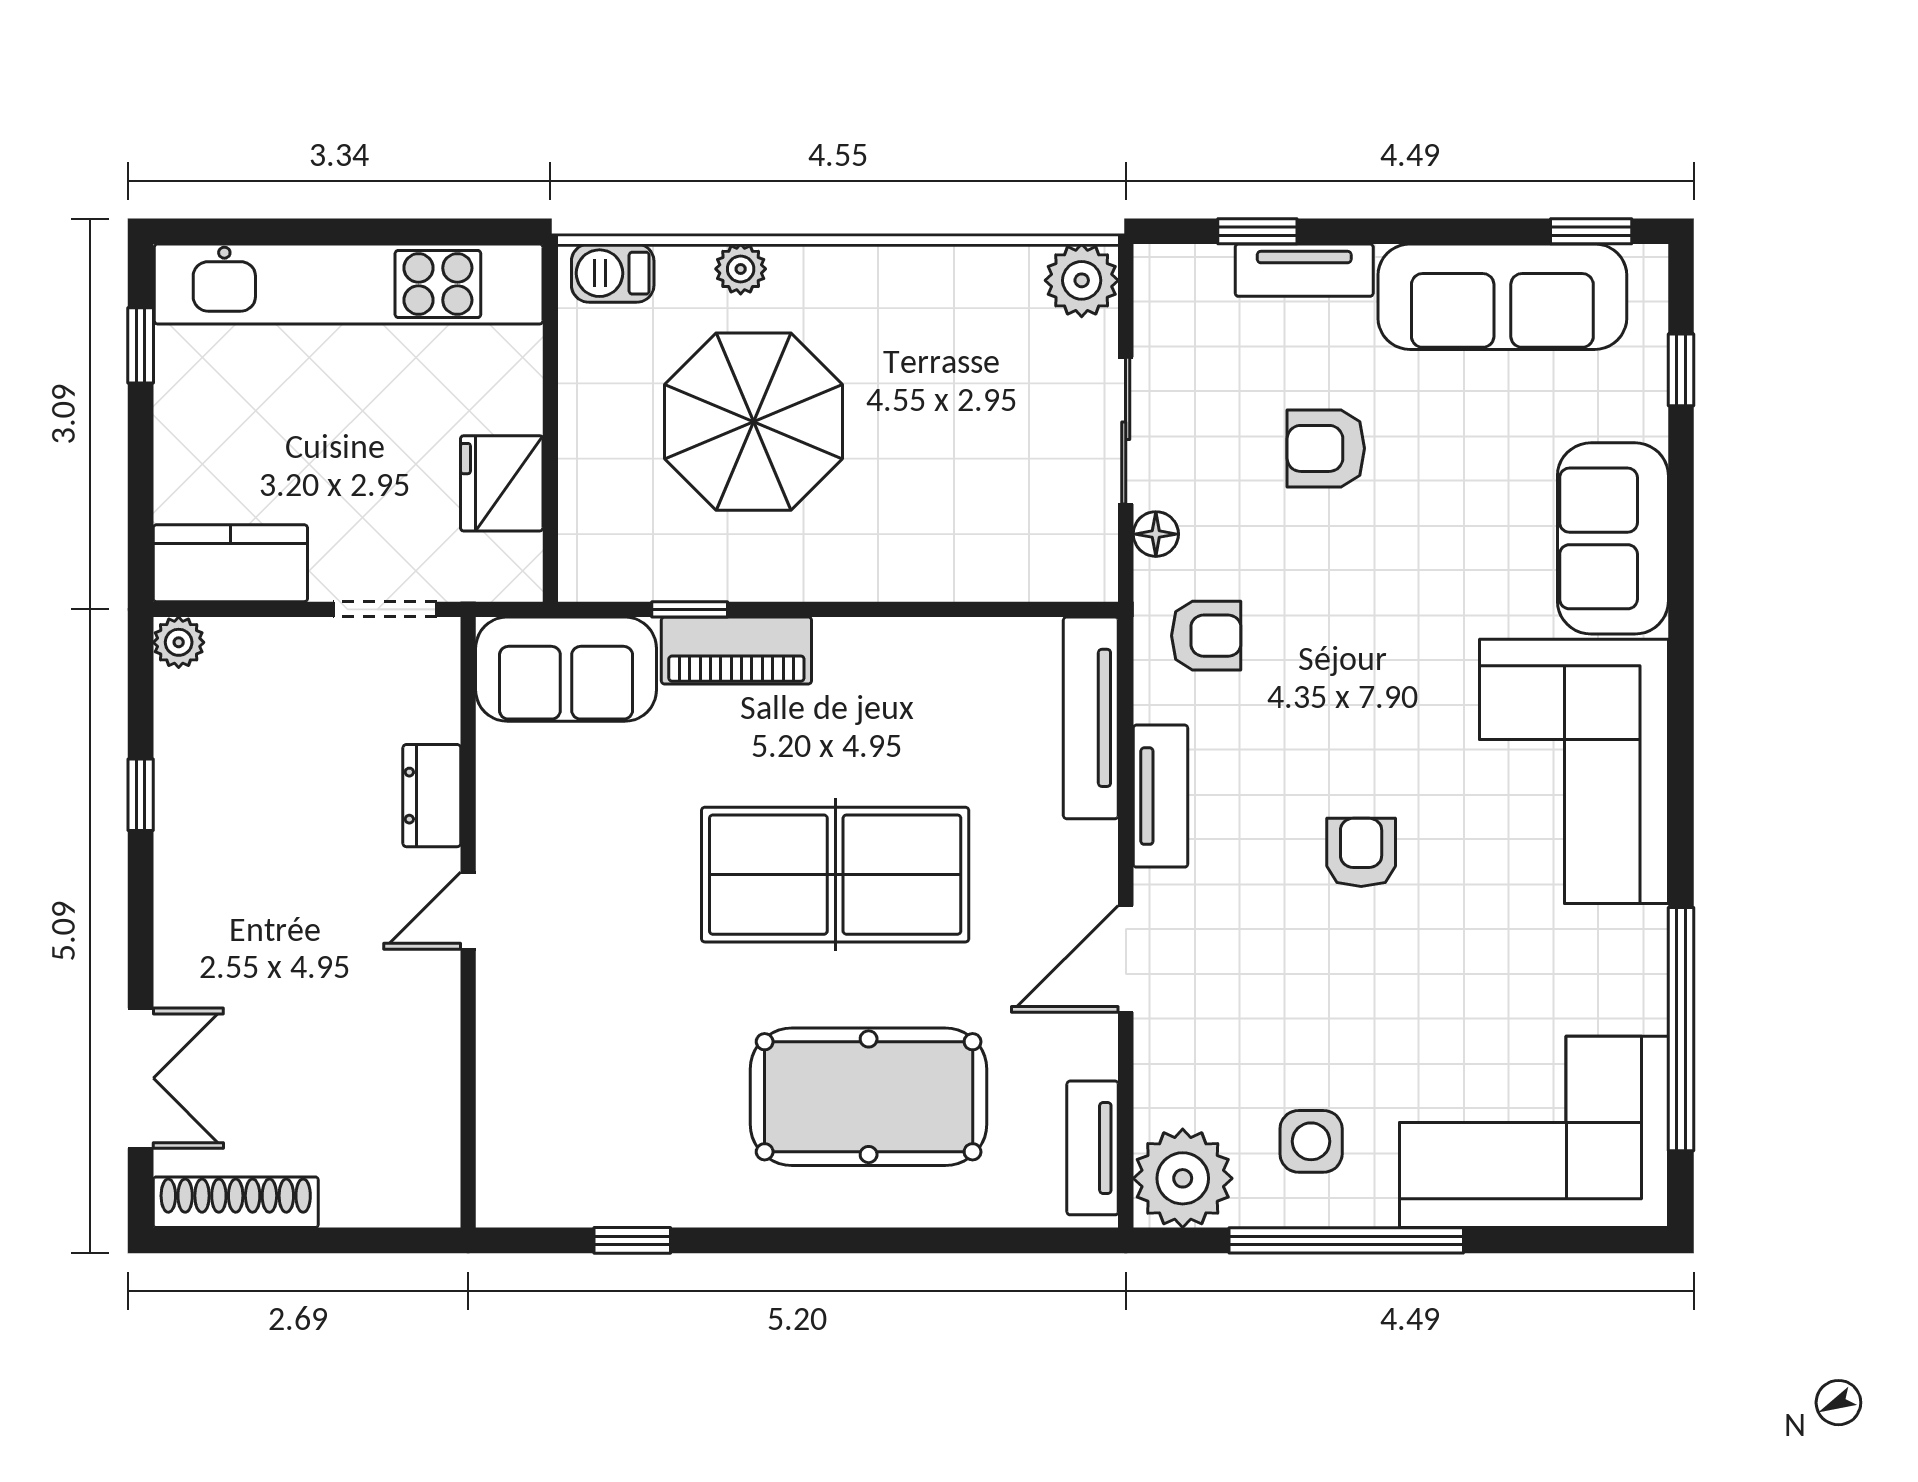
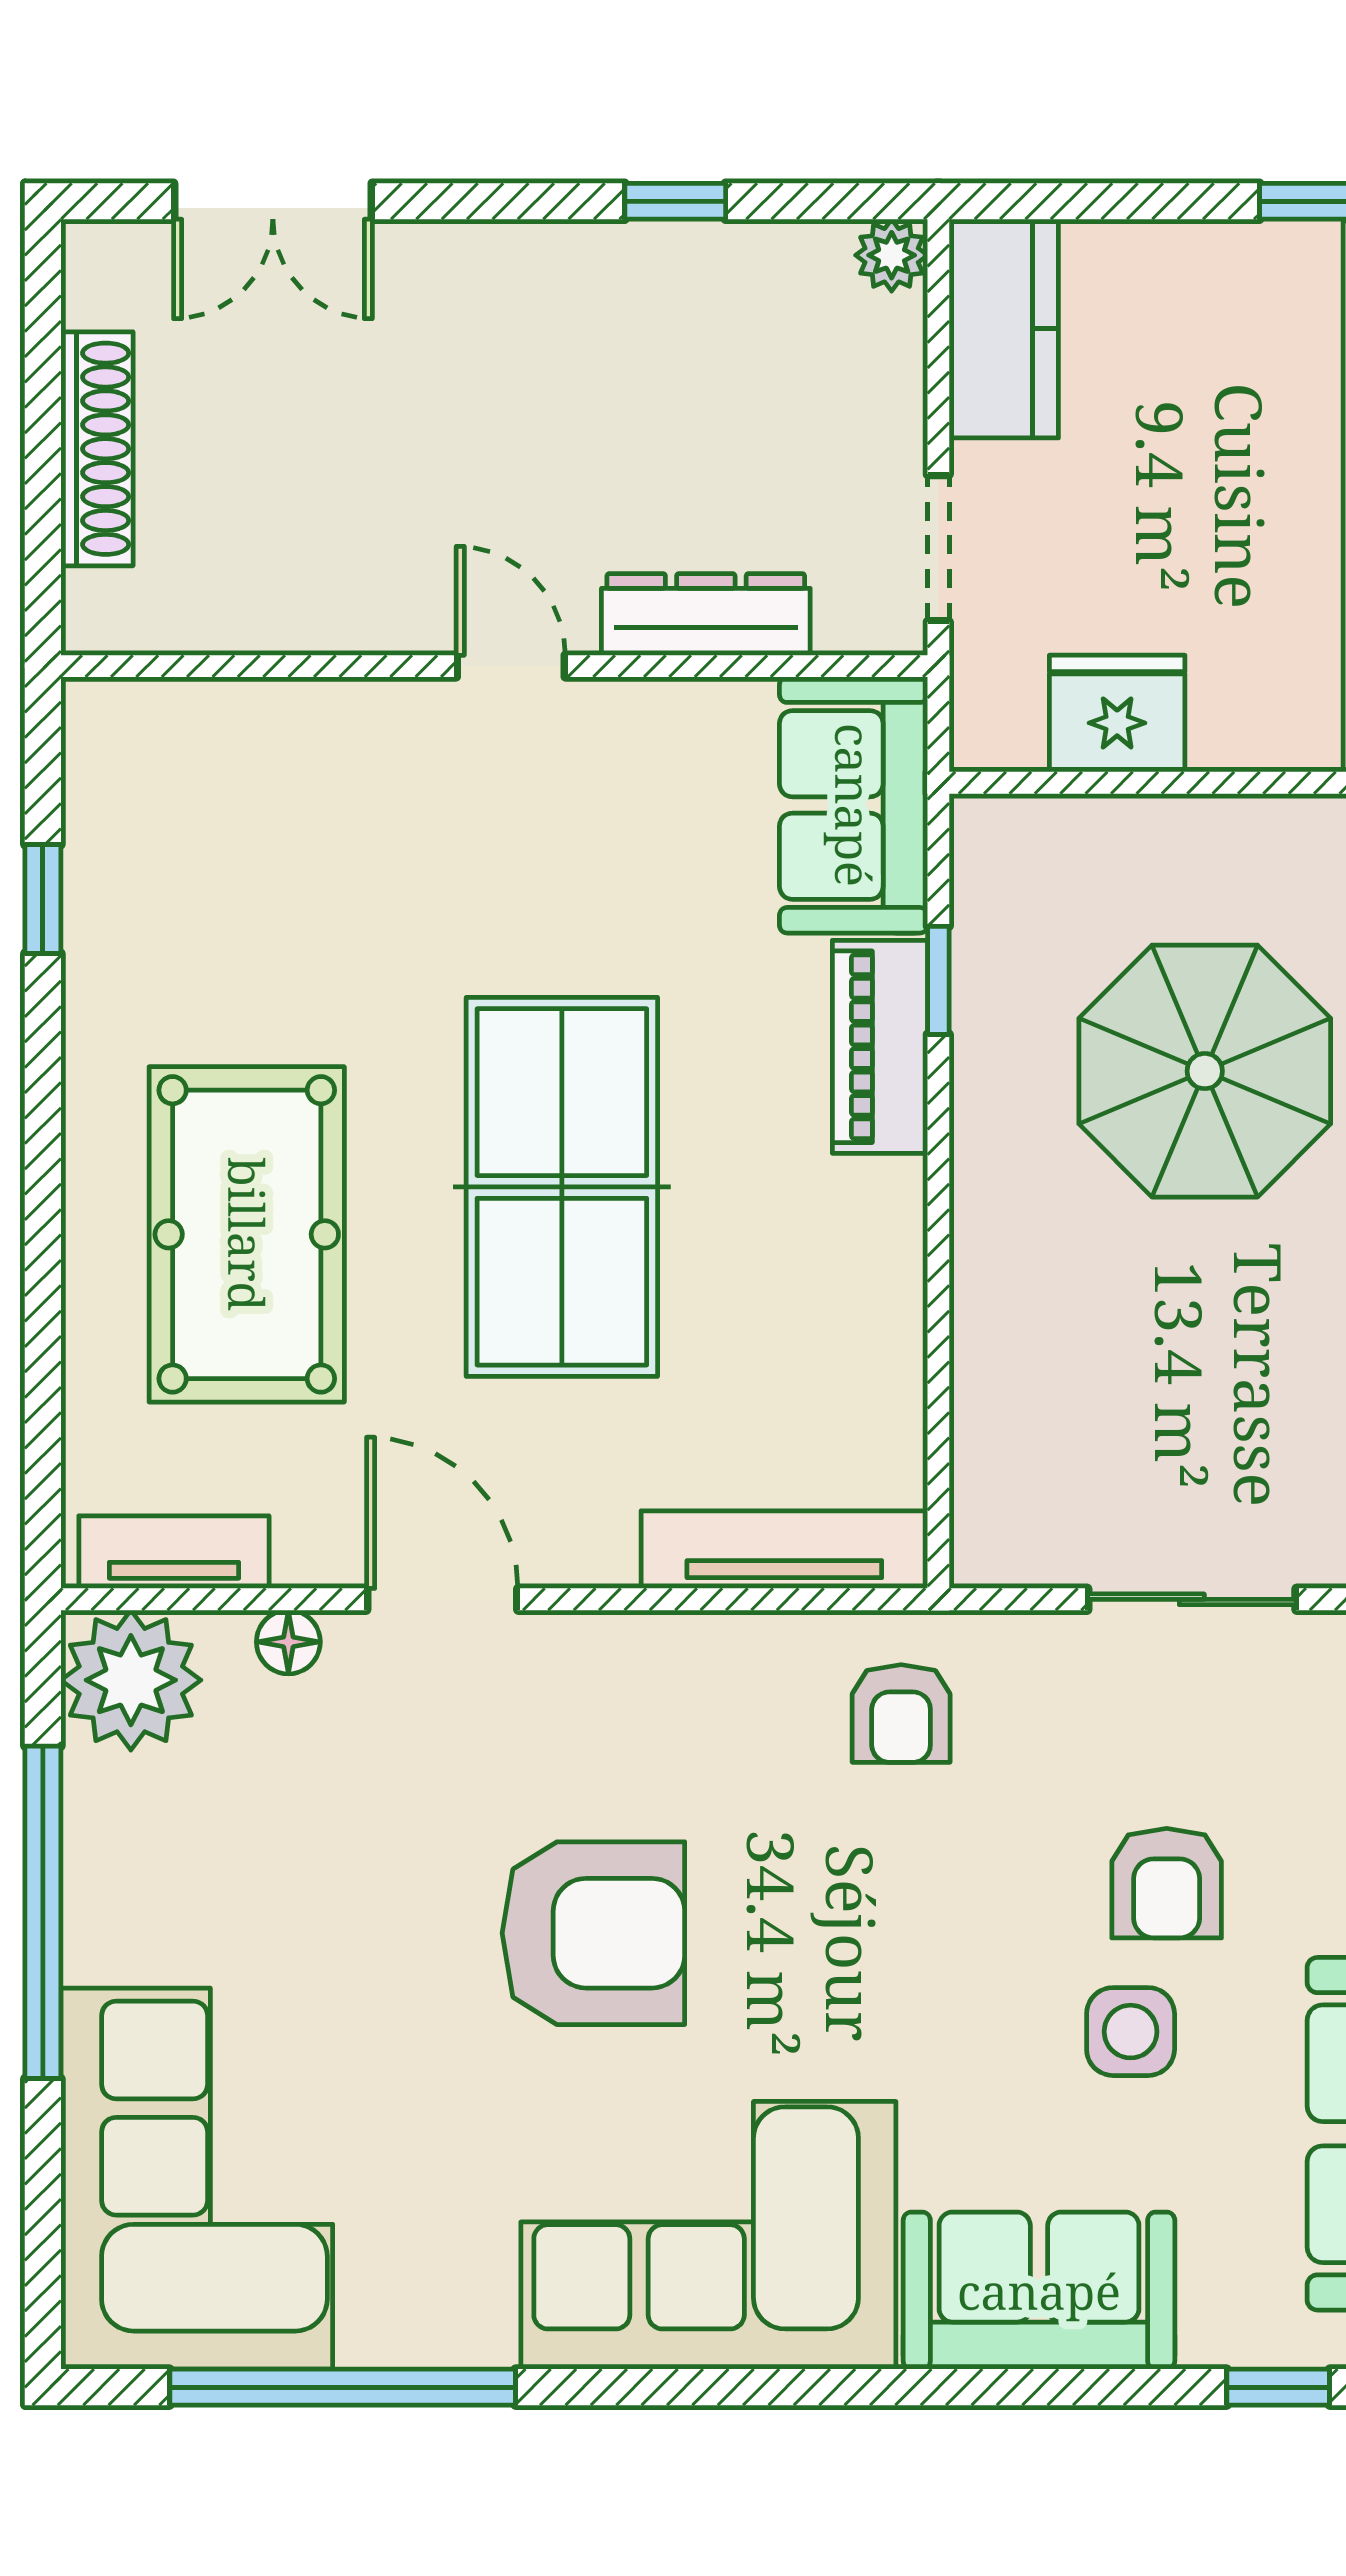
armchair: (1326, 448) -> (1167, 1883), turned 180
floor lamp: (1156, 534) -> (288, 1642), moved
dresser: (432, 796) -> (706, 614), width x1.44
tv unit: (1160, 796) -> (673, 1649), removed
armchair: (1361, 852) -> (593, 1933), width x1.88, depth x1.88
side table: (1311, 1141) -> (1131, 2032), moved
shoe rack: (236, 1202) -> (97, 449), moved

